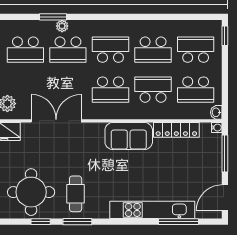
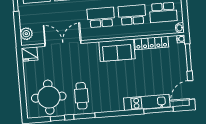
school desk: (110, 90) -> (101, 17), turned 180
kitchen unit: (152, 210) -> (147, 102), width x0.73

